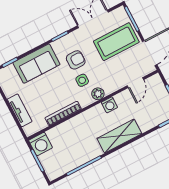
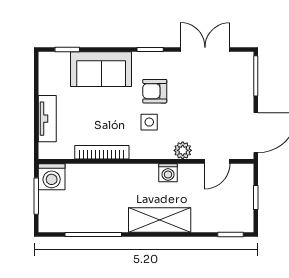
coffee table: (116, 42) -> (220, 95), removed
armchair: (76, 60) -> (155, 91), turned 180
plant: (98, 94) -> (183, 150), moved

